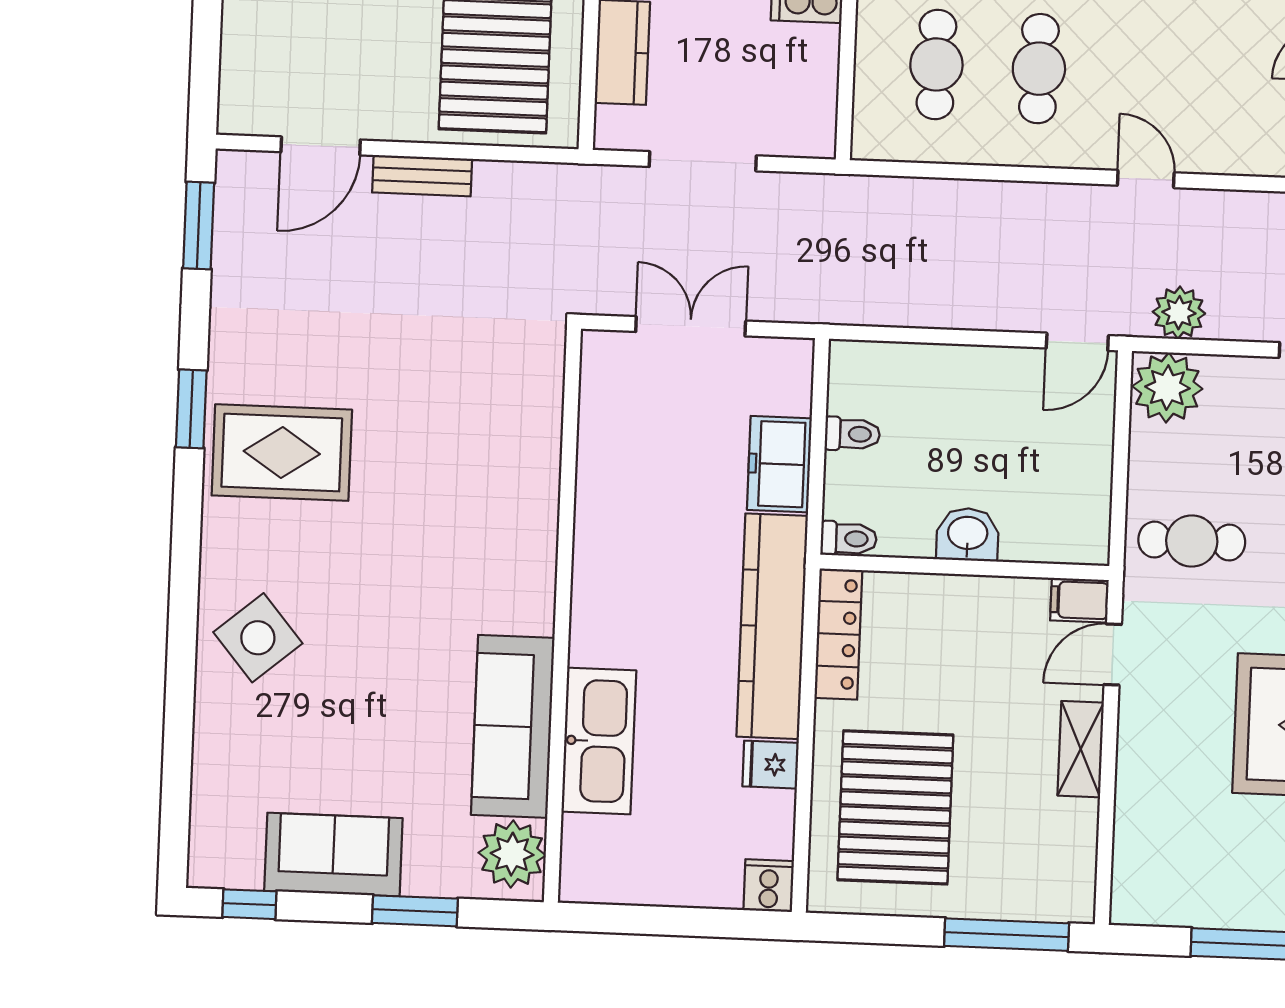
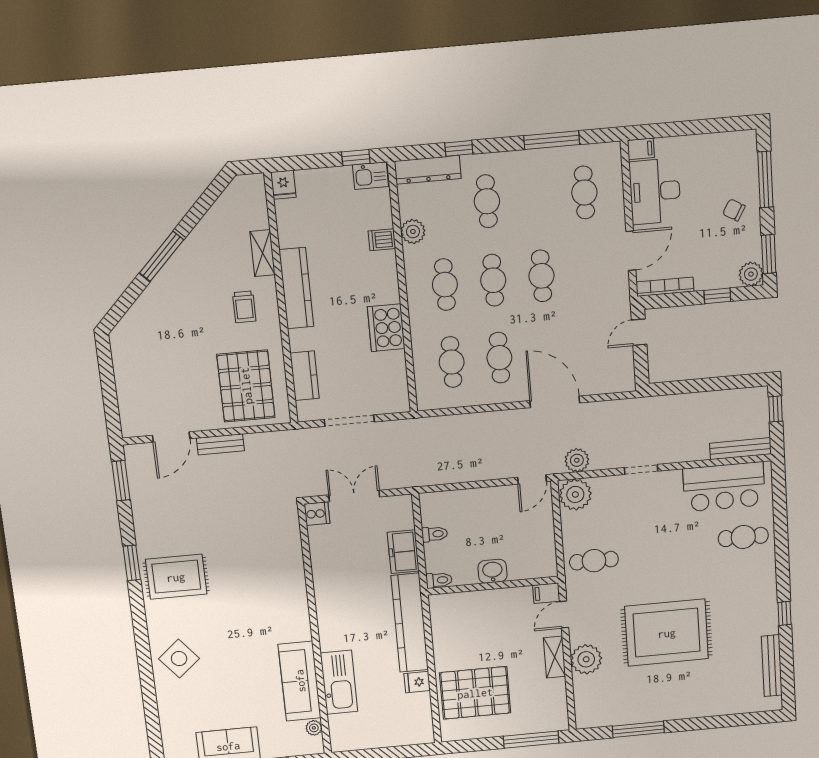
door: (1146, 179) -> (555, 402), width x1.87
locker: (838, 634) -> (440, 622), removed
plant: (1150, 764) -> (586, 659), added
pallet: (895, 807) -> (475, 693), turned 90
plant: (512, 854) -> (314, 728), width x0.53, depth x0.53
cooker: (769, 886) -> (317, 514), moved, turned 90

